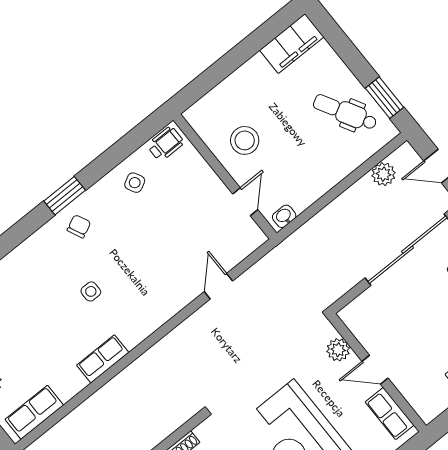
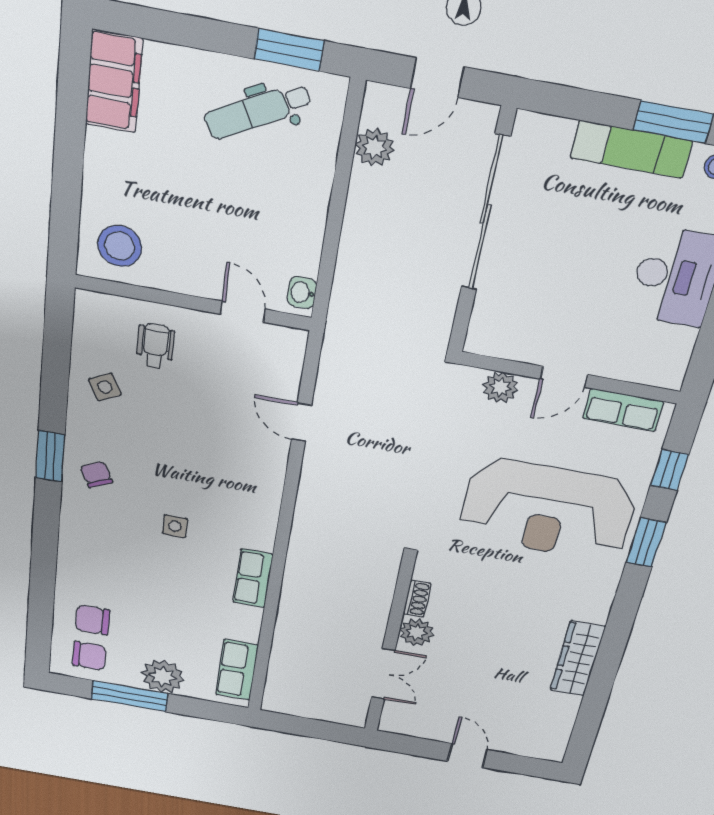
stool: (245, 140) -> (120, 246), moved
wheelchair: (165, 144) -> (155, 346), moved

